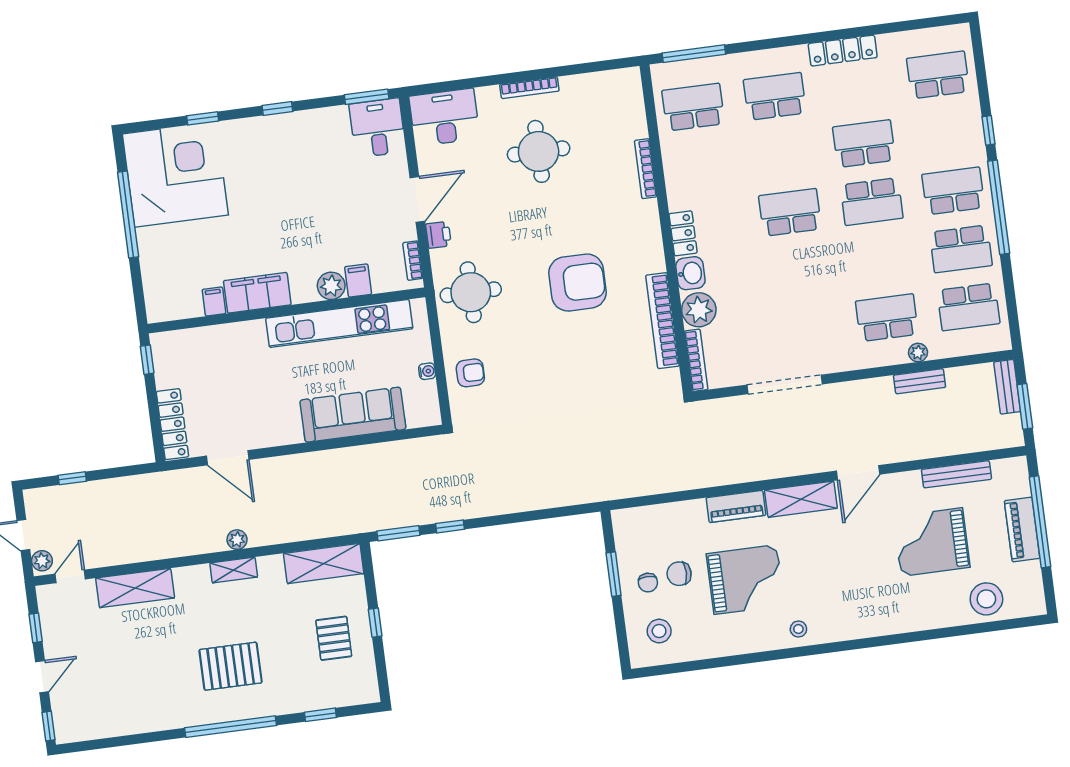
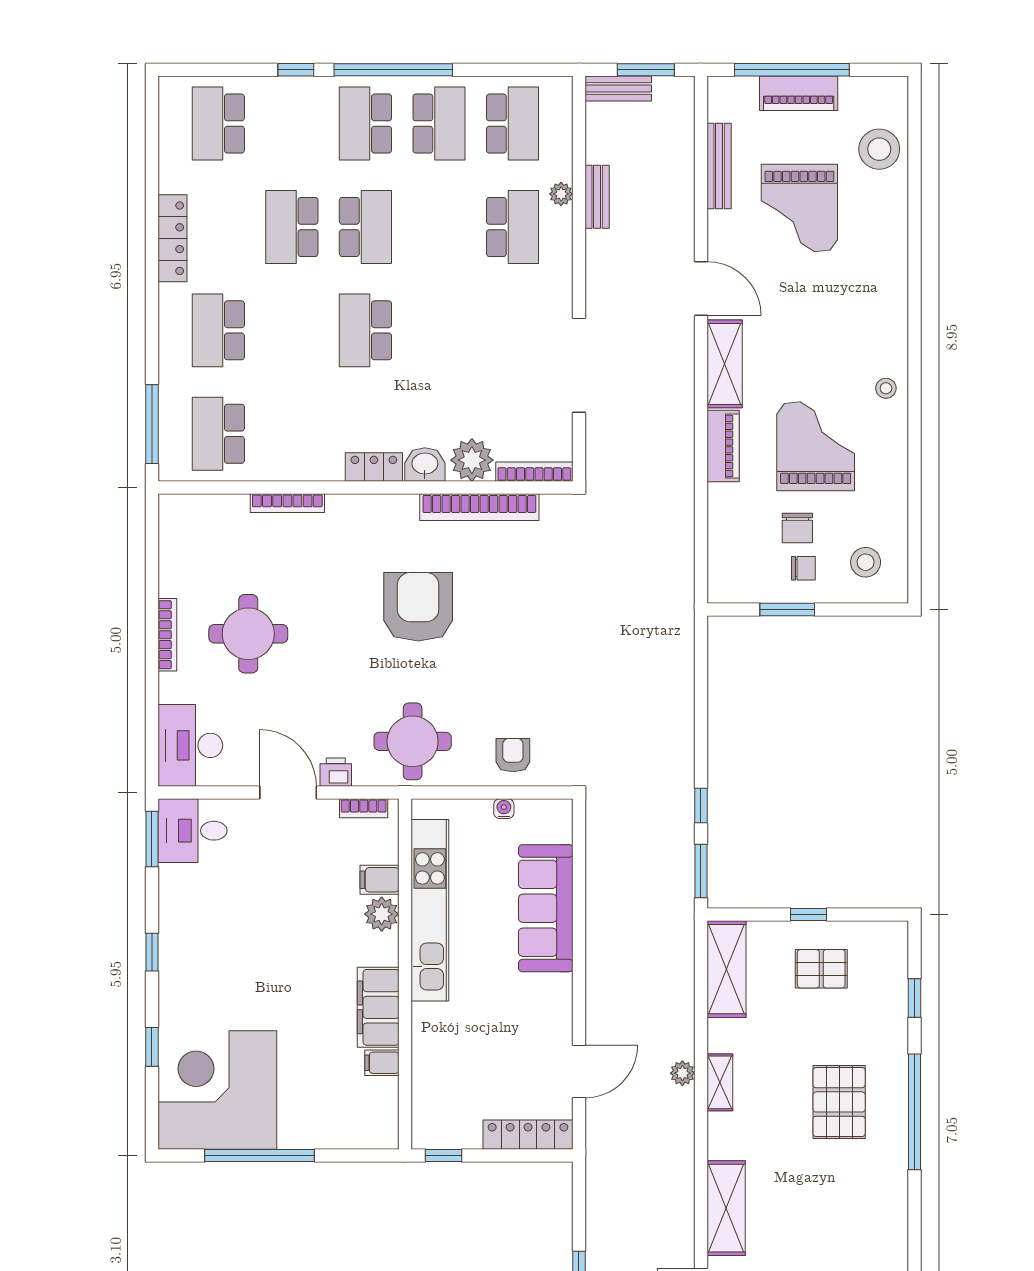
school desk: (887, 318) -> (512, 227), turned 180

